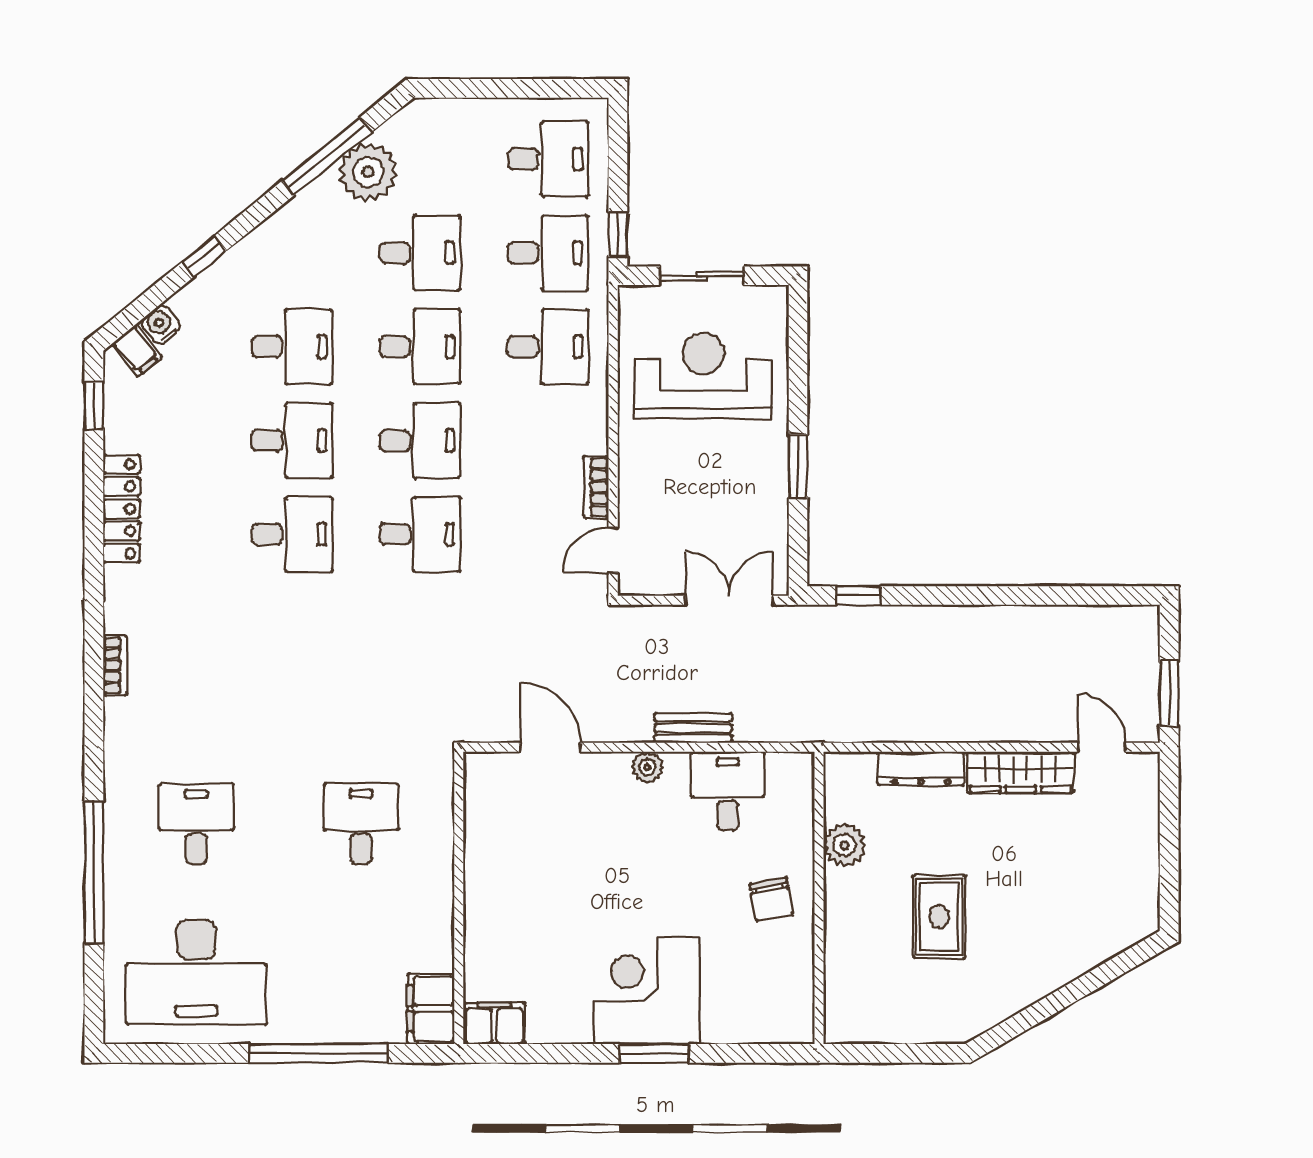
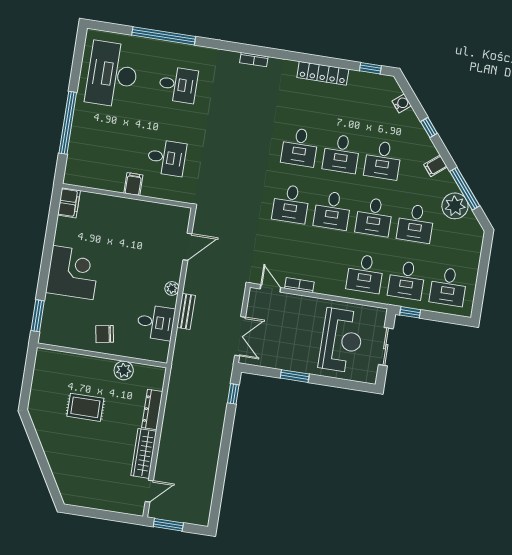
filing cabinet: (137, 351) -> (436, 166), moved
filing cabinet: (431, 1009) -> (133, 184), moved, width x0.50
window: (654, 1053) -> (38, 316), moved

